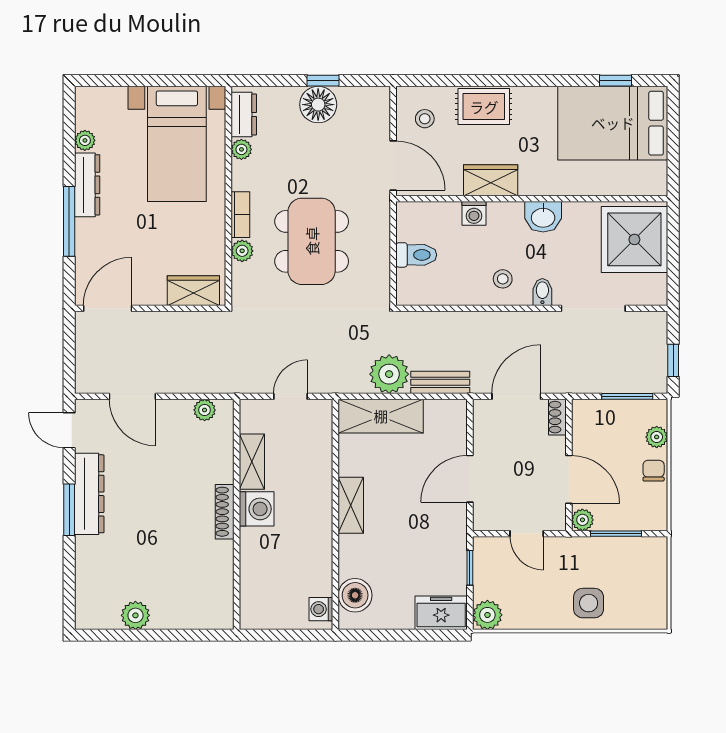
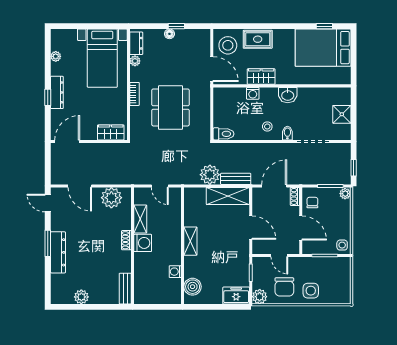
floor lamp: (318, 105) -> (169, 34), width x0.53, depth x0.53
stool: (425, 119) -> (228, 45), width x1.89, depth x1.89
dresser: (87, 185) -> (57, 92), moved
window: (69, 221) -> (48, 97), width x0.46
shower: (634, 239) -> (342, 114), width x0.54, depth x0.54
plant: (242, 251) -> (135, 112), removed
toilet: (416, 255) -> (223, 134), moved
door: (291, 396) -> (160, 186), swing flipped
plant: (205, 410) -> (111, 198), width x1.87, depth x1.87
shelving: (381, 416) -> (228, 196), moved
plant: (657, 437) -> (345, 194), moved
chair: (654, 471) -> (312, 202), moved
door: (470, 479) -> (251, 228), swing flipped
dresser: (89, 494) -> (58, 252), moved
shoe rack: (225, 512) -> (126, 240), width x0.70
side table: (650, 513) -> (342, 245), added
plant: (582, 520) -> (308, 248), removed
chair: (536, 596) -> (284, 287), added
bench: (222, 599) -> (125, 289), added
washing machine: (321, 609) -> (175, 272), moved

